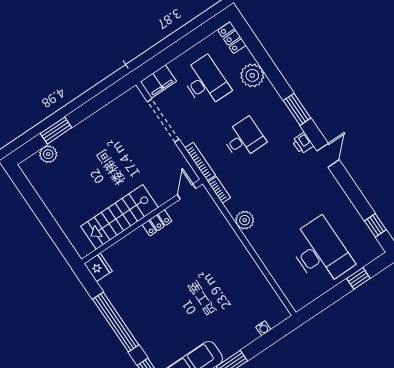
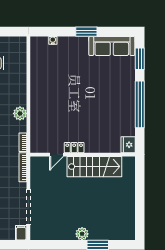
filing cabinet: (158, 82) -> (21, 233), width x0.50
plant: (48, 154) -> (82, 234), moved
door: (187, 192) -> (56, 155), moved

